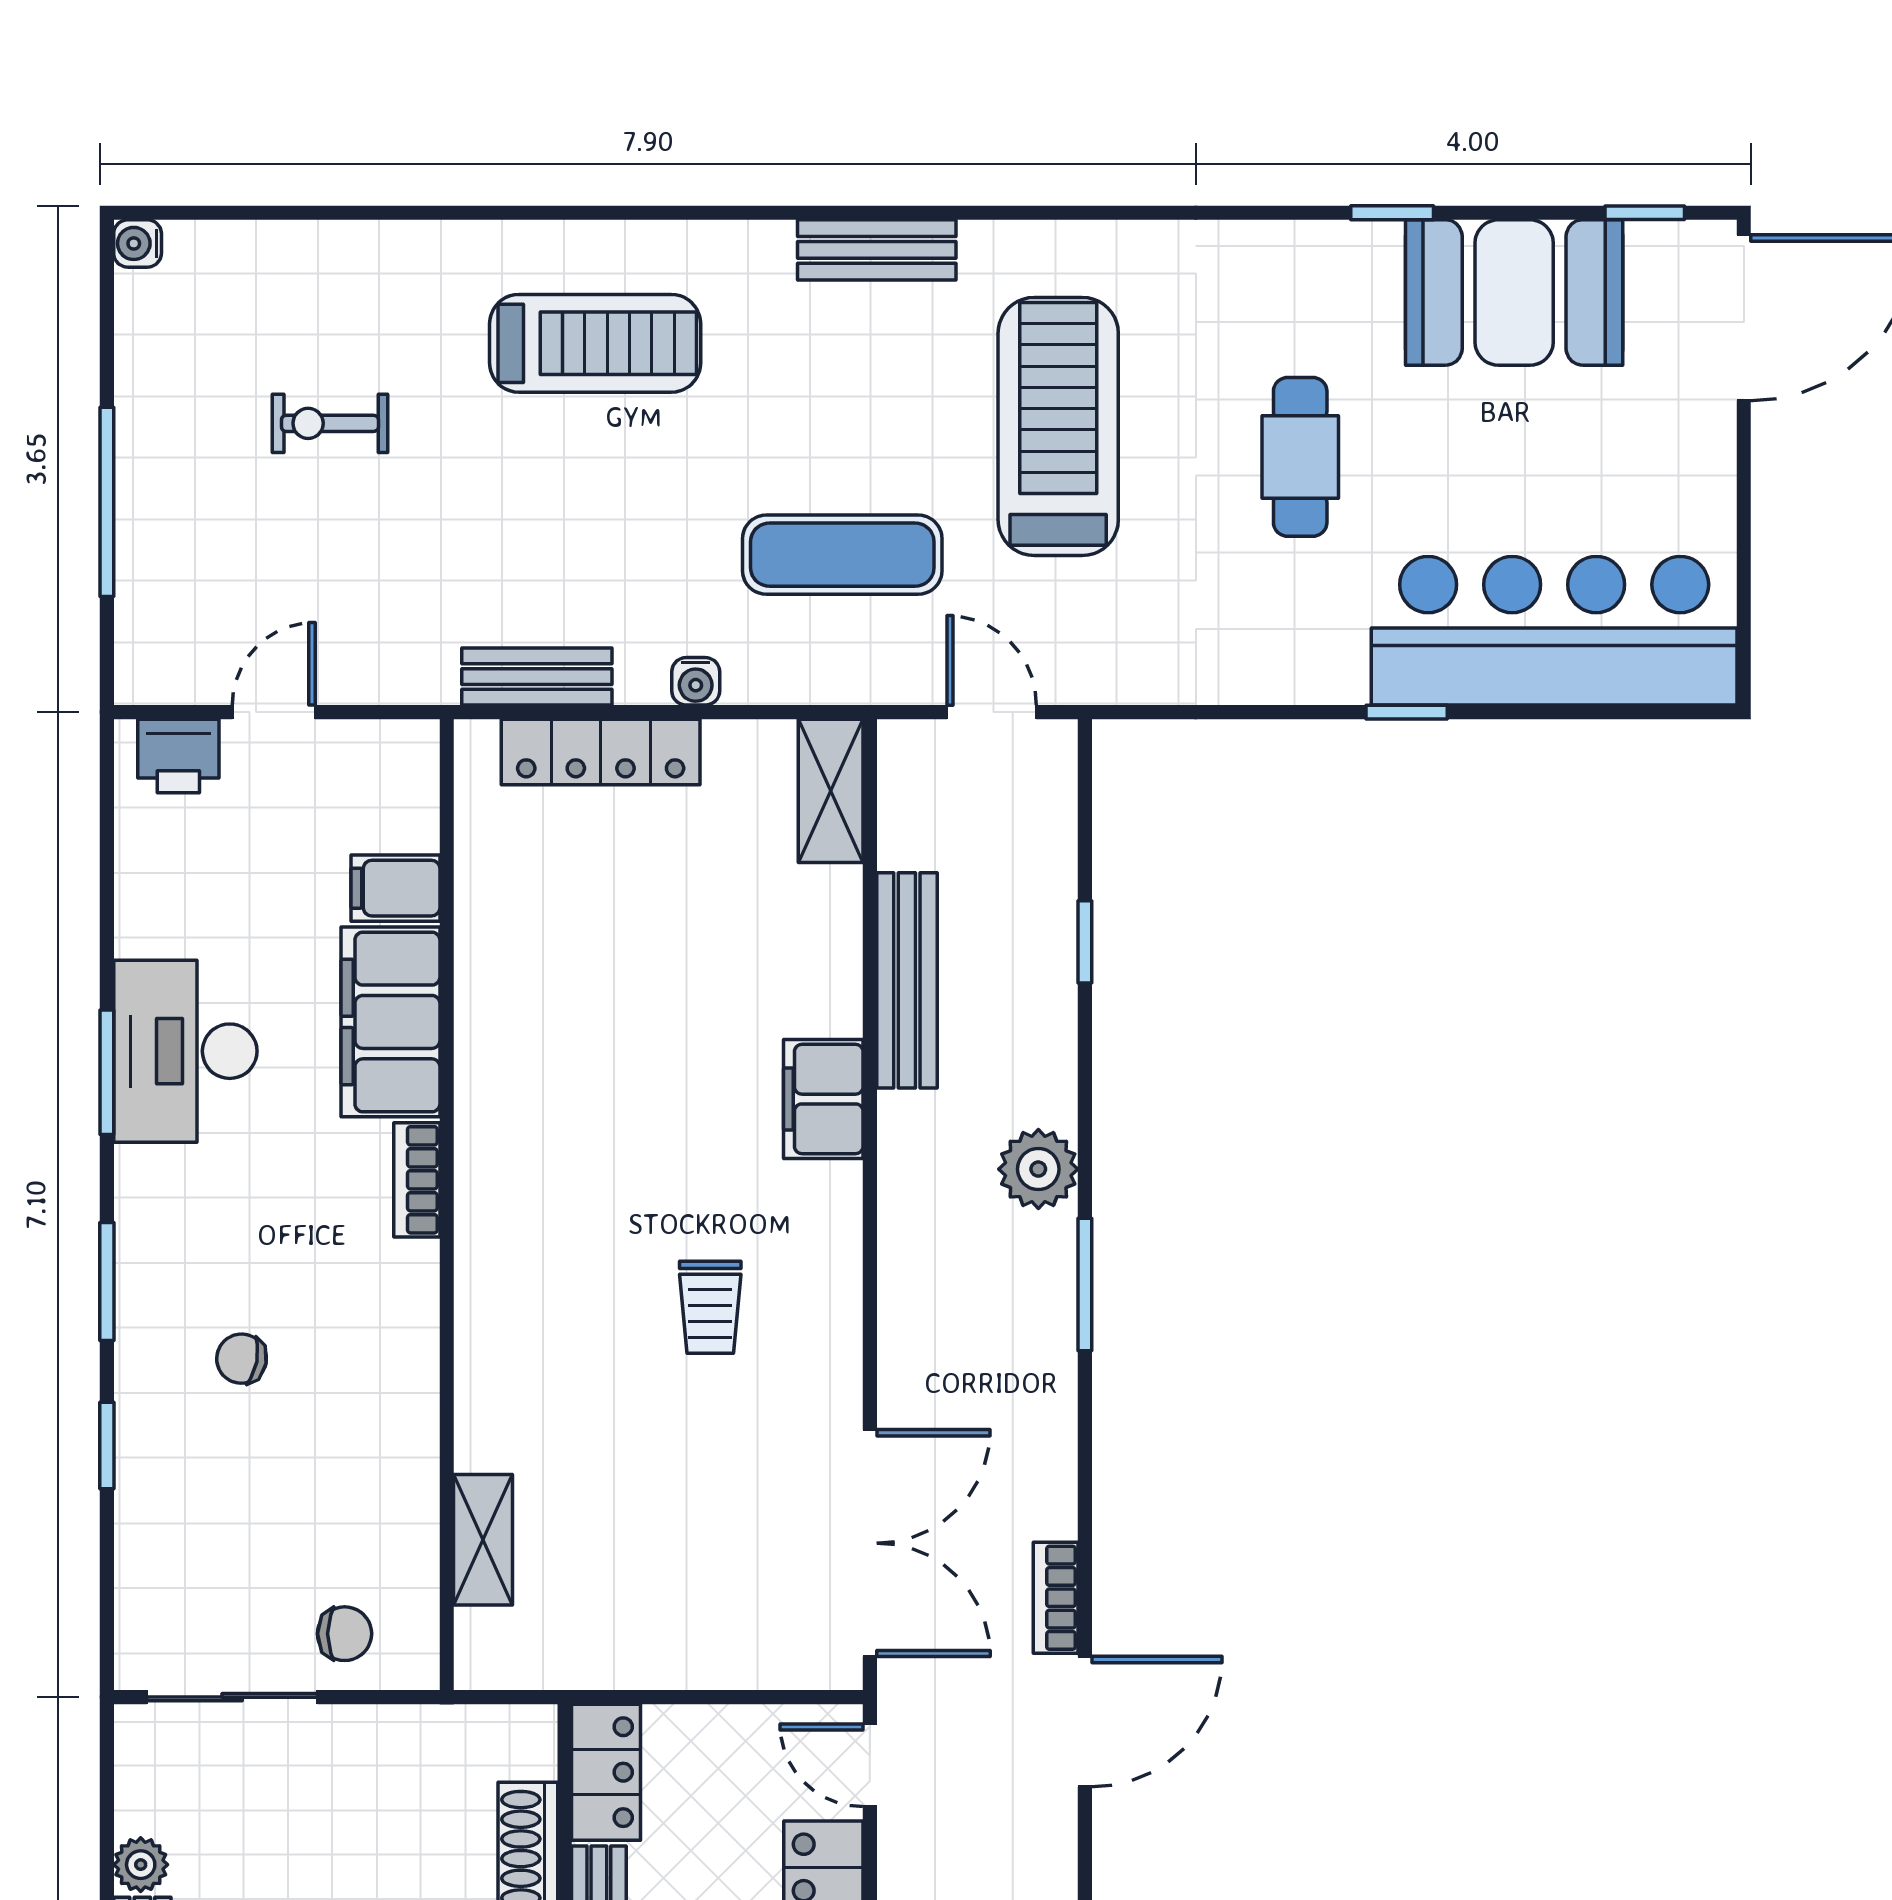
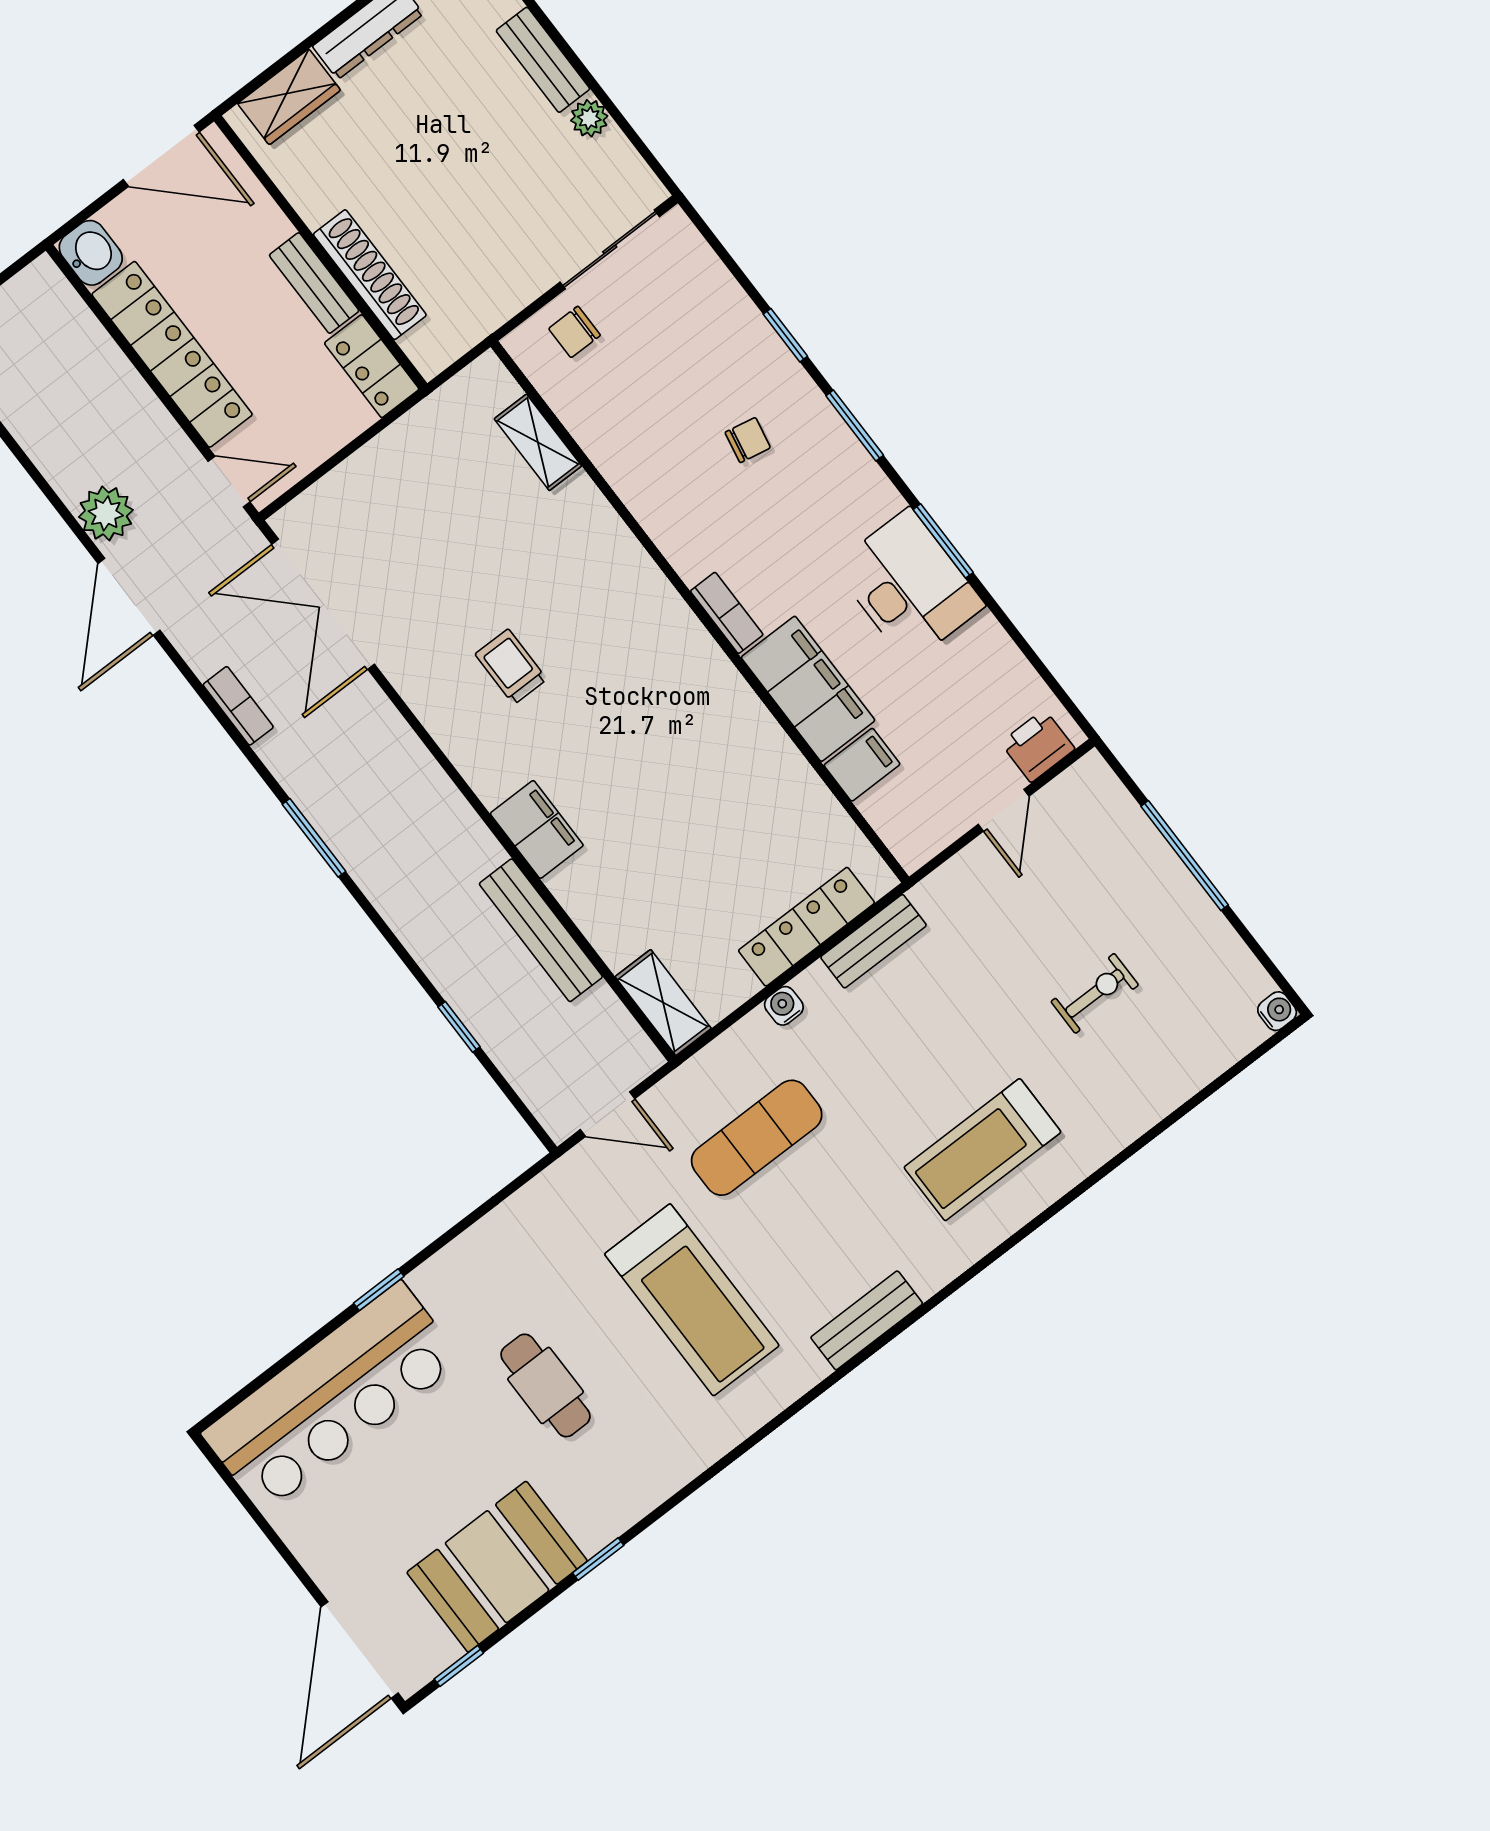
plant: (1038, 1169) -> (106, 513), moved
bookcase: (1056, 1598) -> (238, 706), moved

